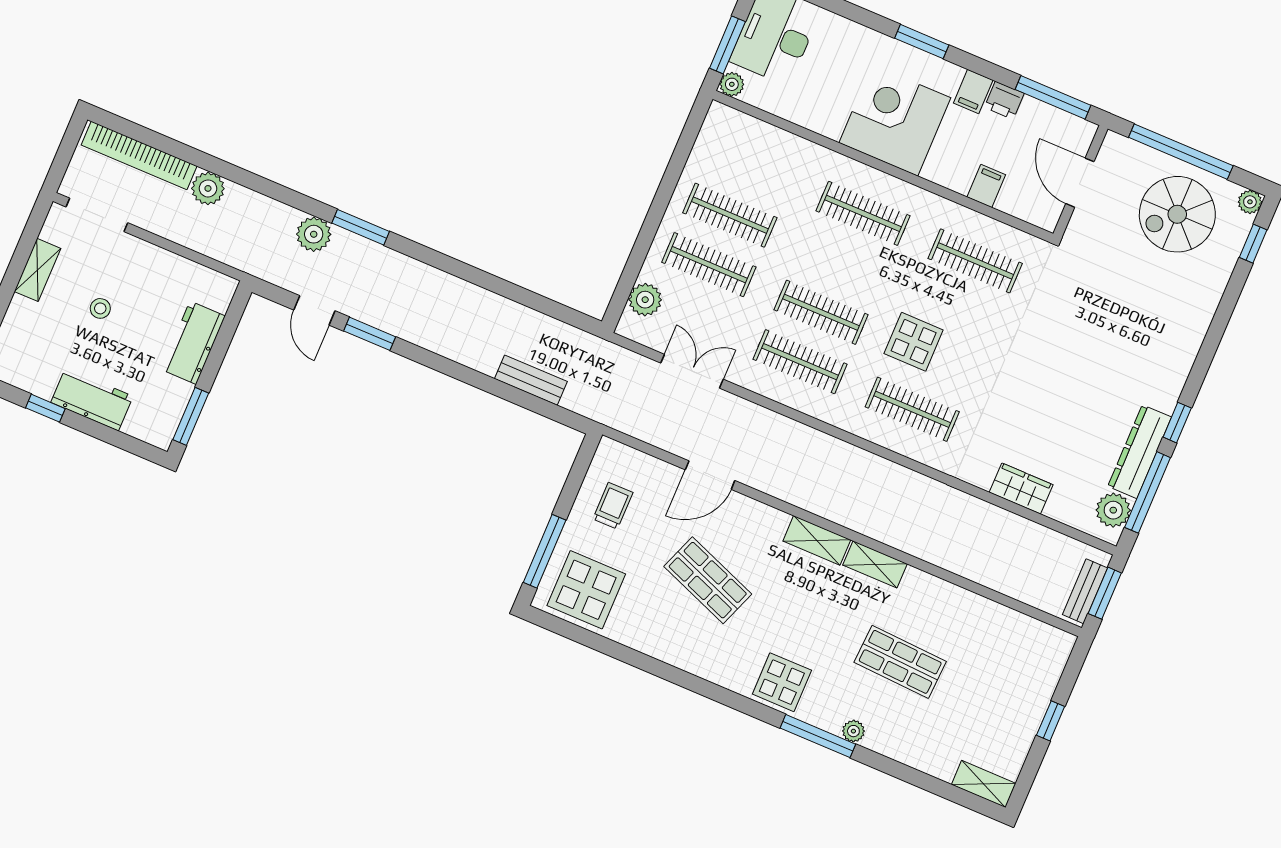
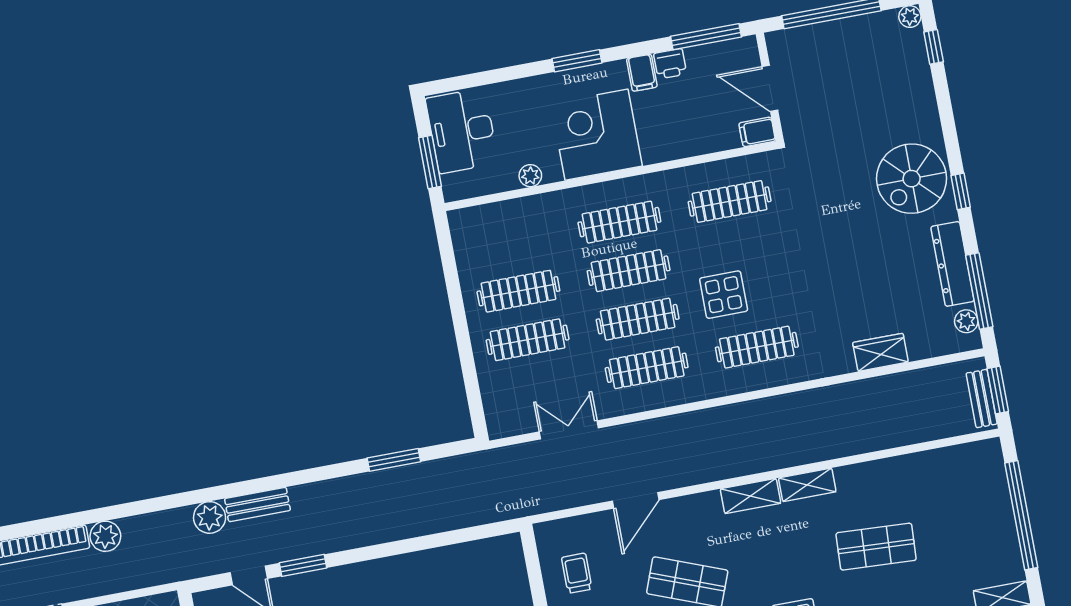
plant: (732, 84) -> (530, 176), moved
filing cabinet: (986, 186) -> (757, 132), moved, turned -90
spiral stairs: (1177, 214) -> (912, 179), moved
window: (361, 227) -> (394, 460), moved
clothes rail: (842, 263) -> (629, 271), added
plant: (645, 300) -> (497, 399), removed
bench: (531, 380) -> (257, 505), moved
window: (1177, 423) -> (961, 191), moved
plant: (1113, 510) -> (966, 321), width x0.73, depth x0.73
window: (1051, 721) -> (1021, 515), width x3.17

